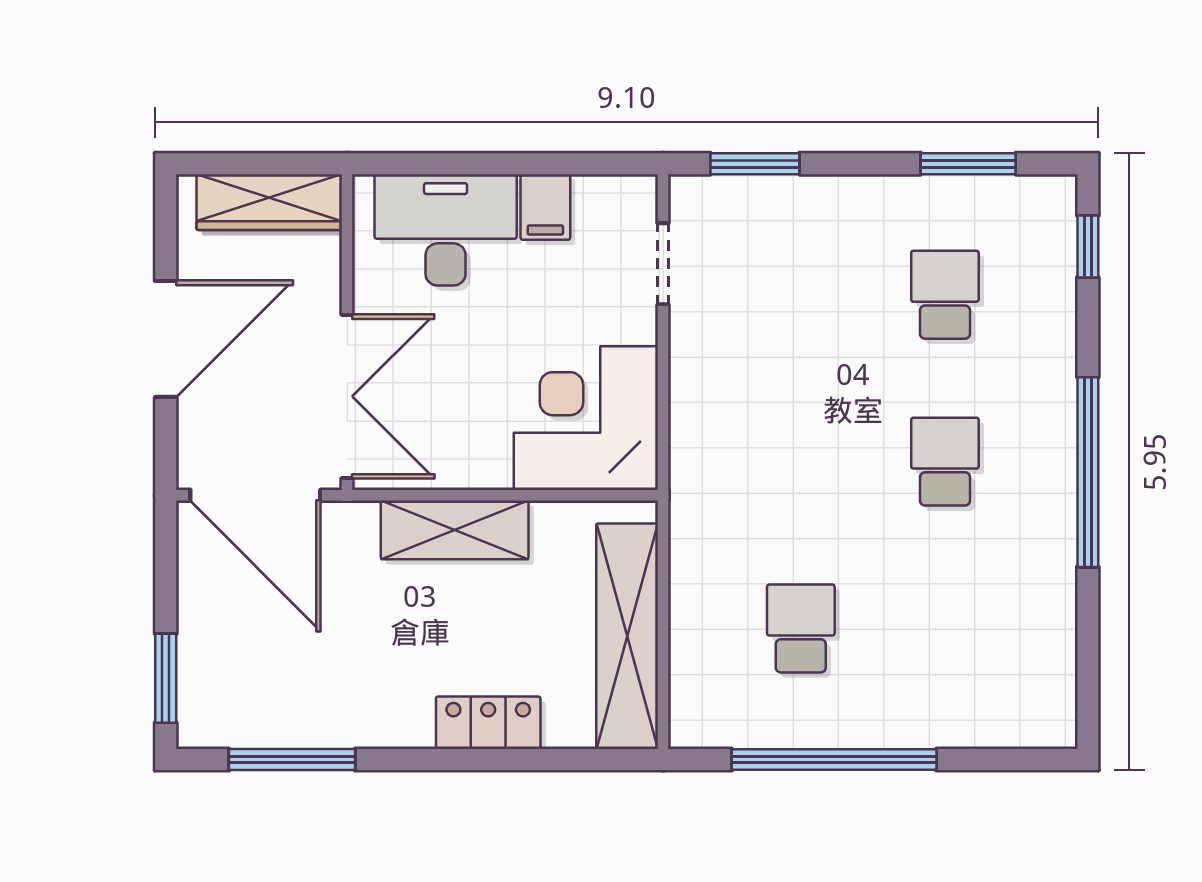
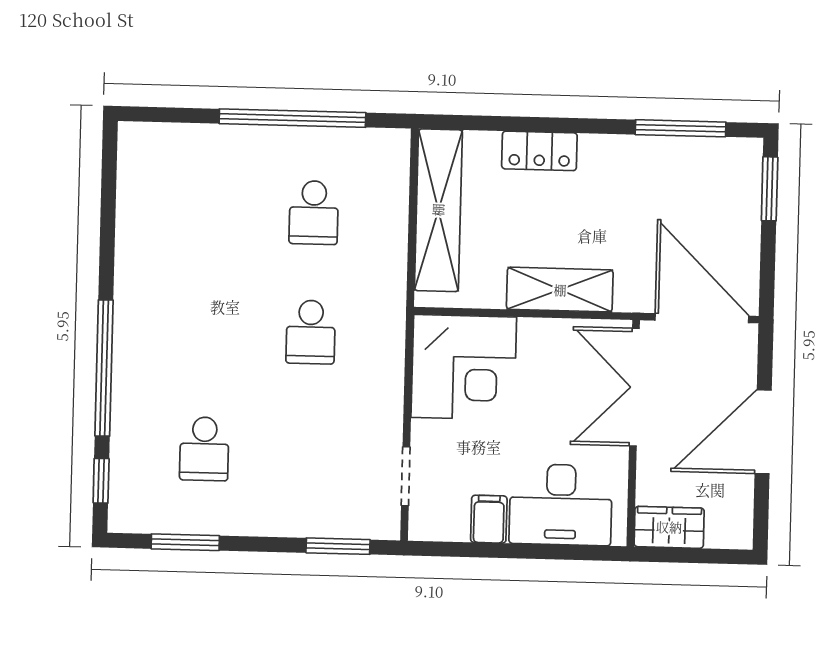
wardrobe: (269, 202) -> (669, 527), width x0.67
school desk: (945, 462) -> (311, 332), moved
window: (1088, 472) -> (104, 368), moved

